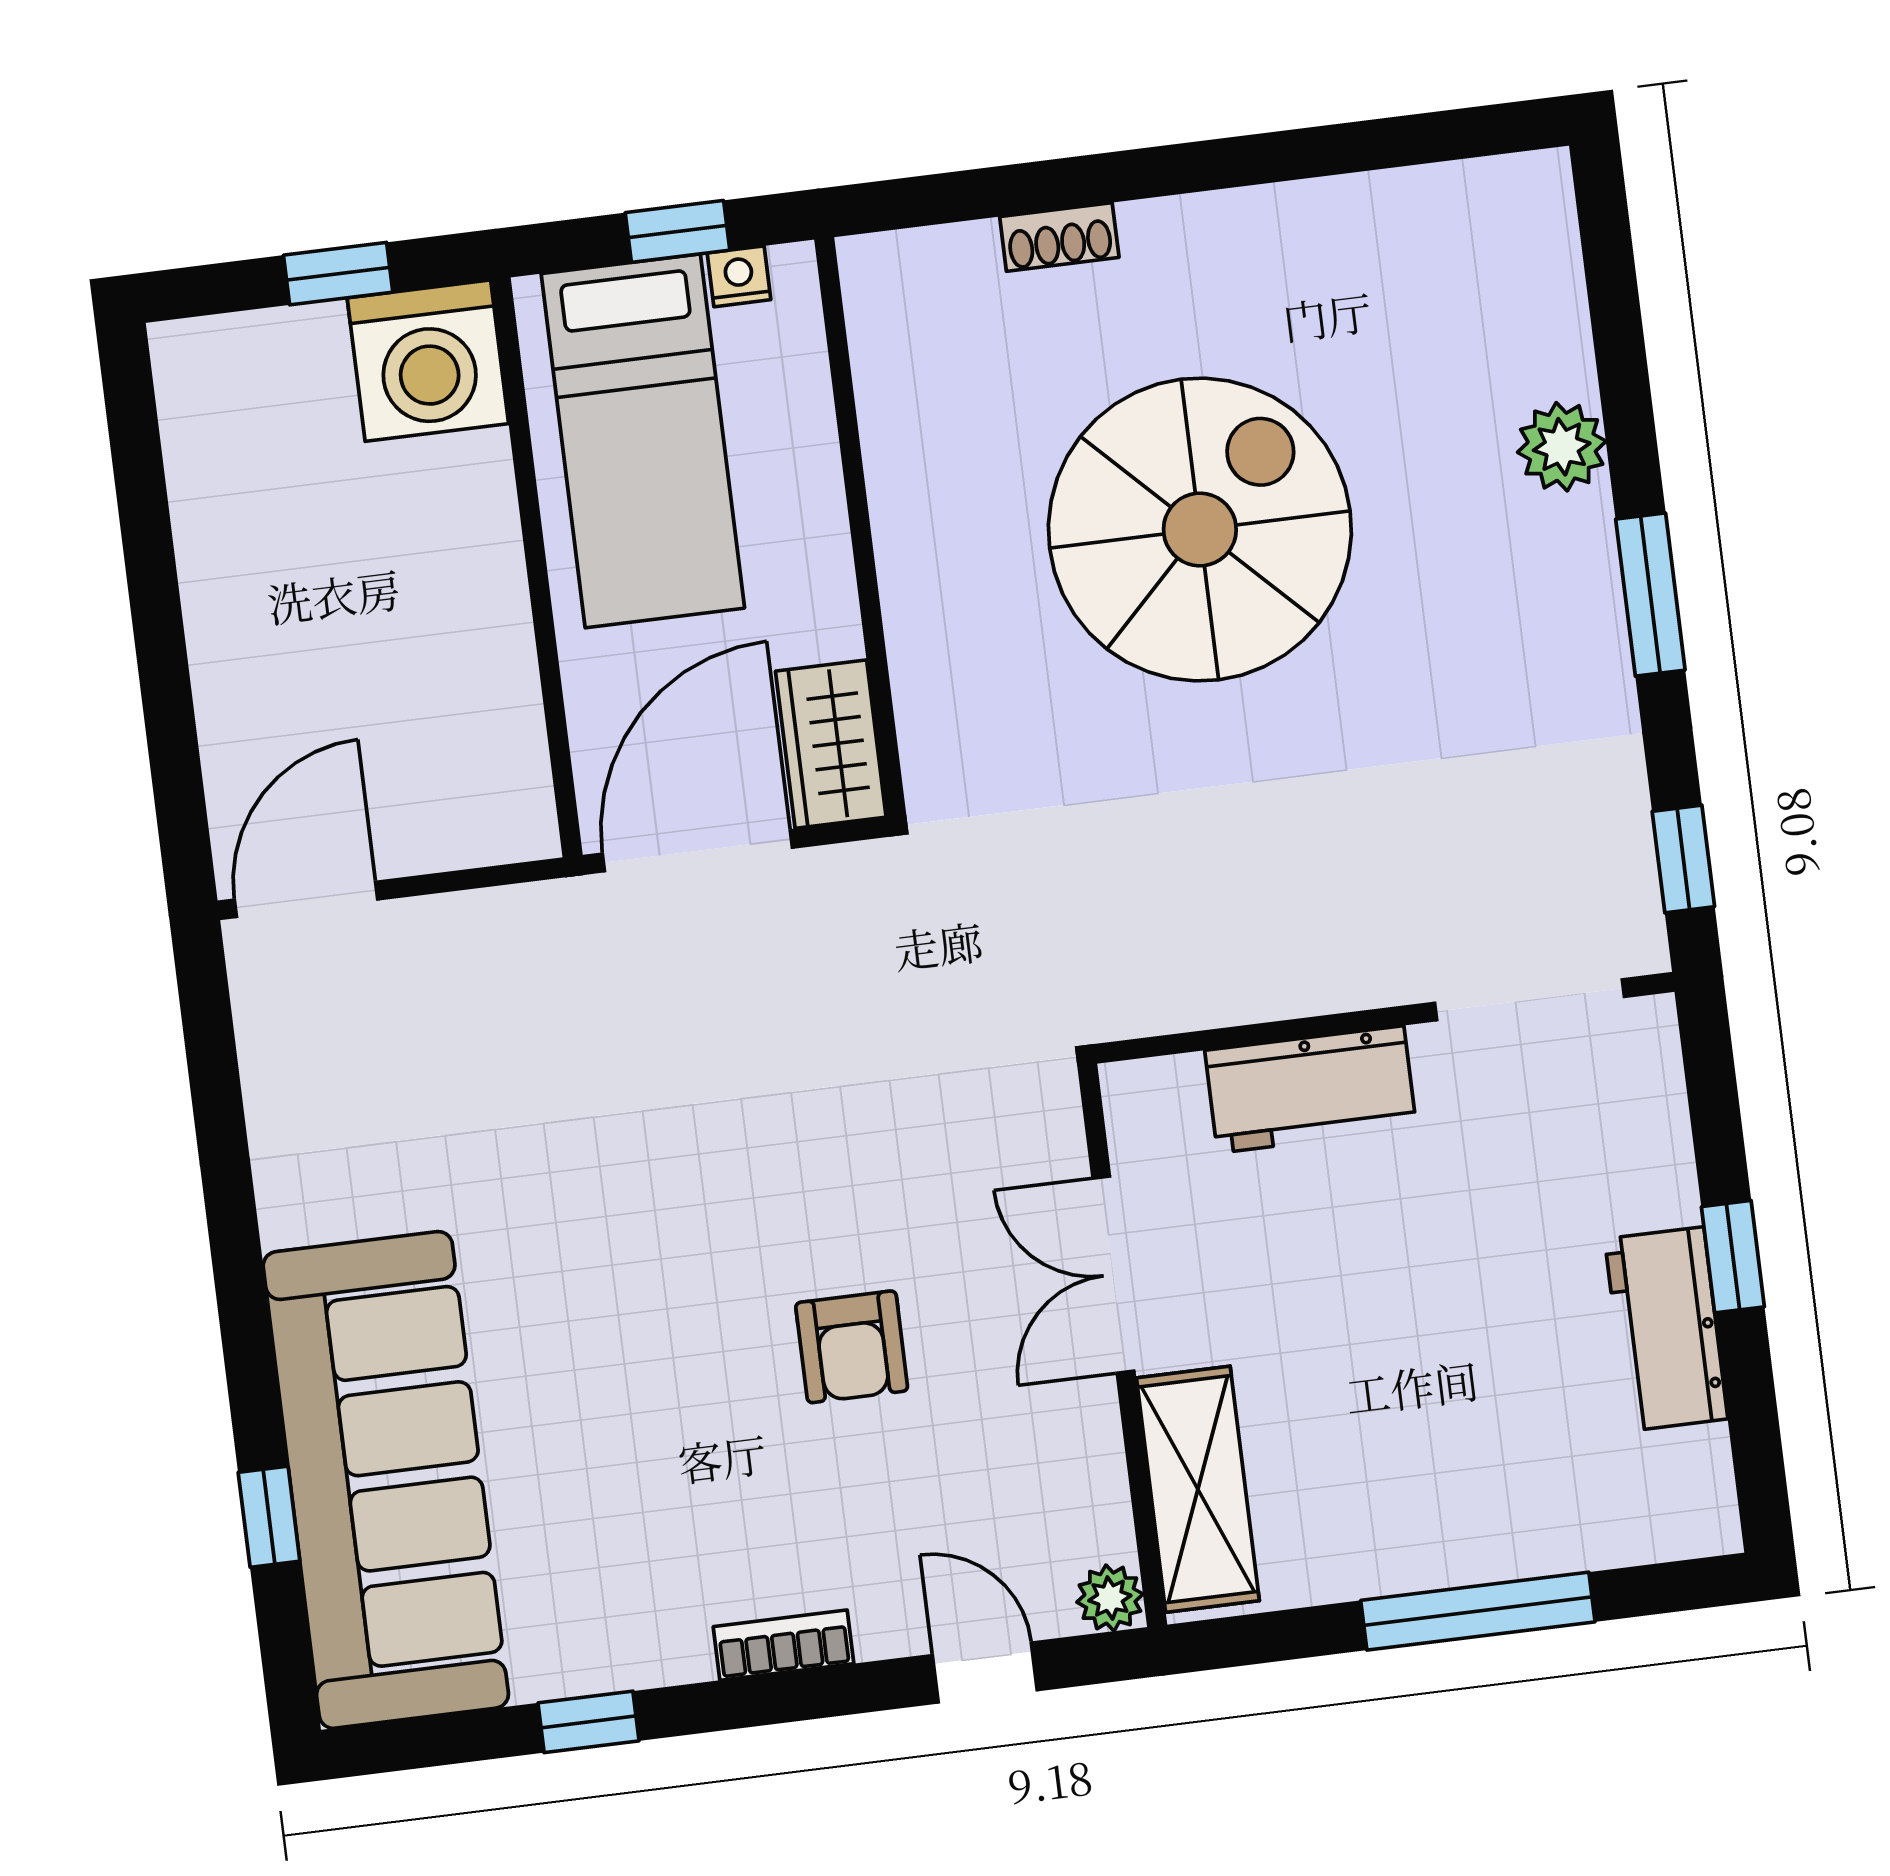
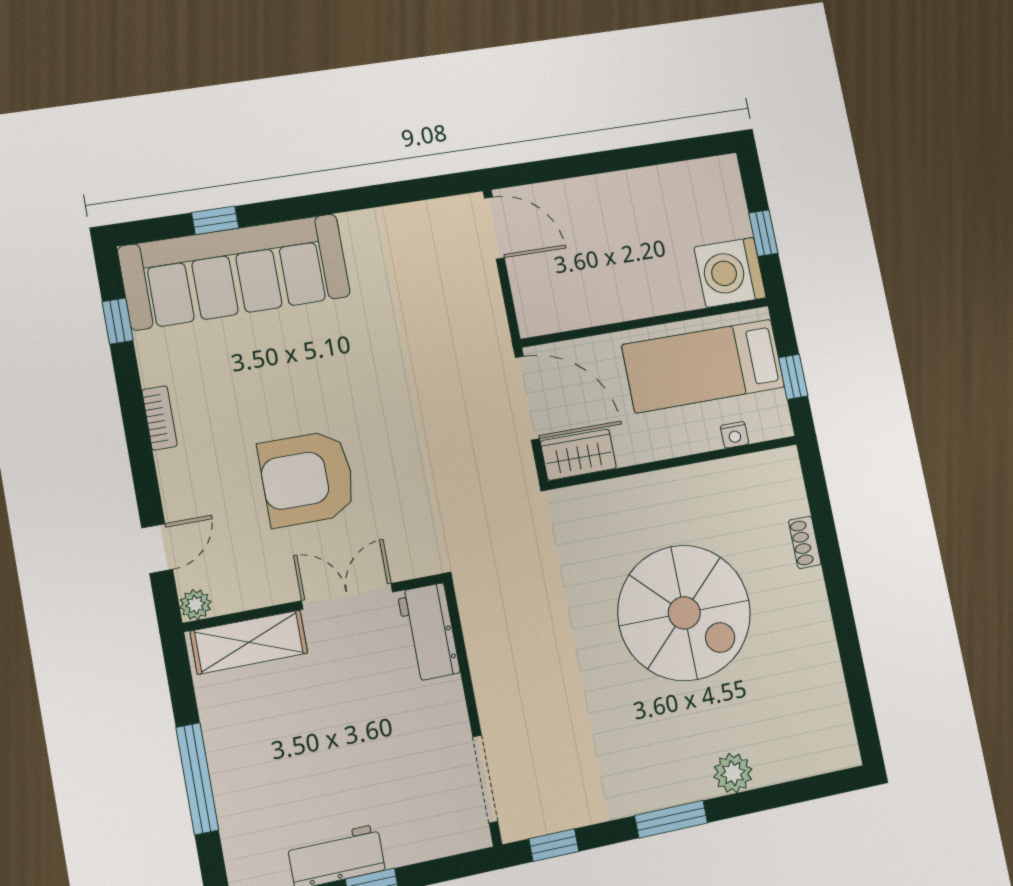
nightstand: (739, 276) -> (735, 435), moved, turned 90
workbench: (1311, 1089) -> (429, 632), moved
armchair: (852, 1347) -> (307, 479), width x1.88, depth x1.88
bookcase: (784, 1645) -> (160, 418), moved
window: (588, 1722) -> (118, 321), moved

